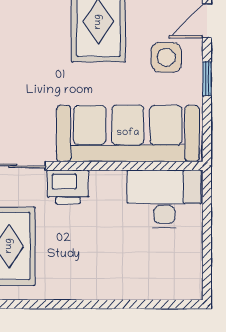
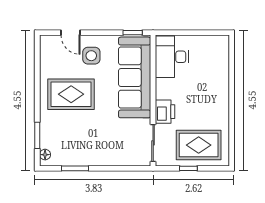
window: (207, 79) -> (133, 33), moved

